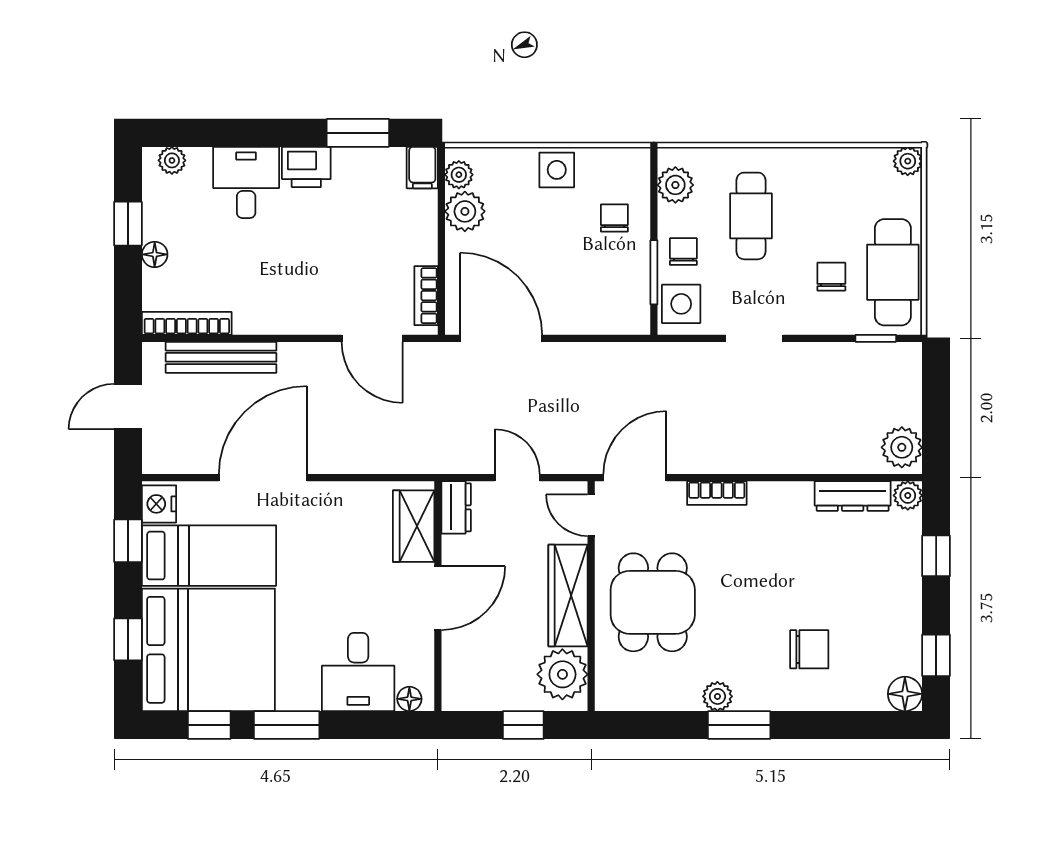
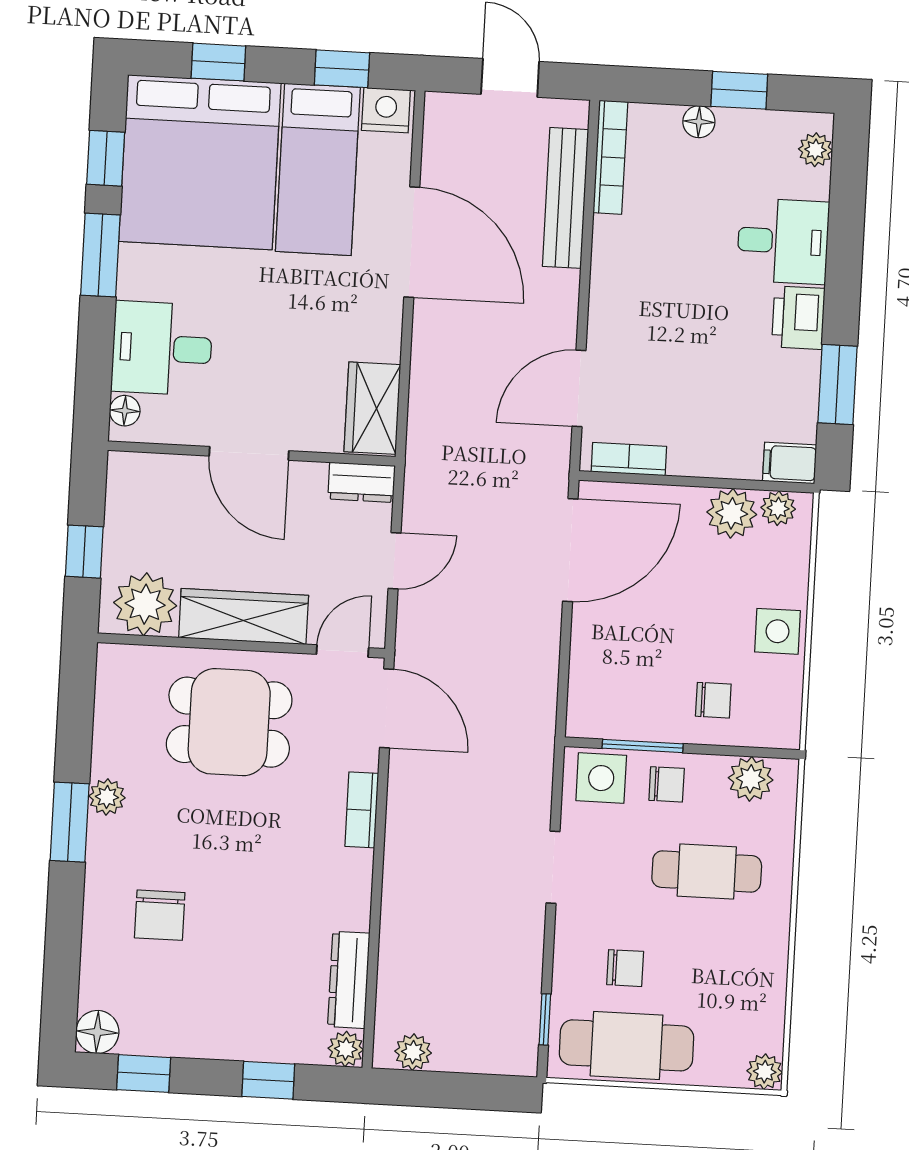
plant: (902, 447) -> (413, 1052), width x0.73, depth x0.73
wardrobe: (414, 526) -> (372, 408), moved, turned -90

